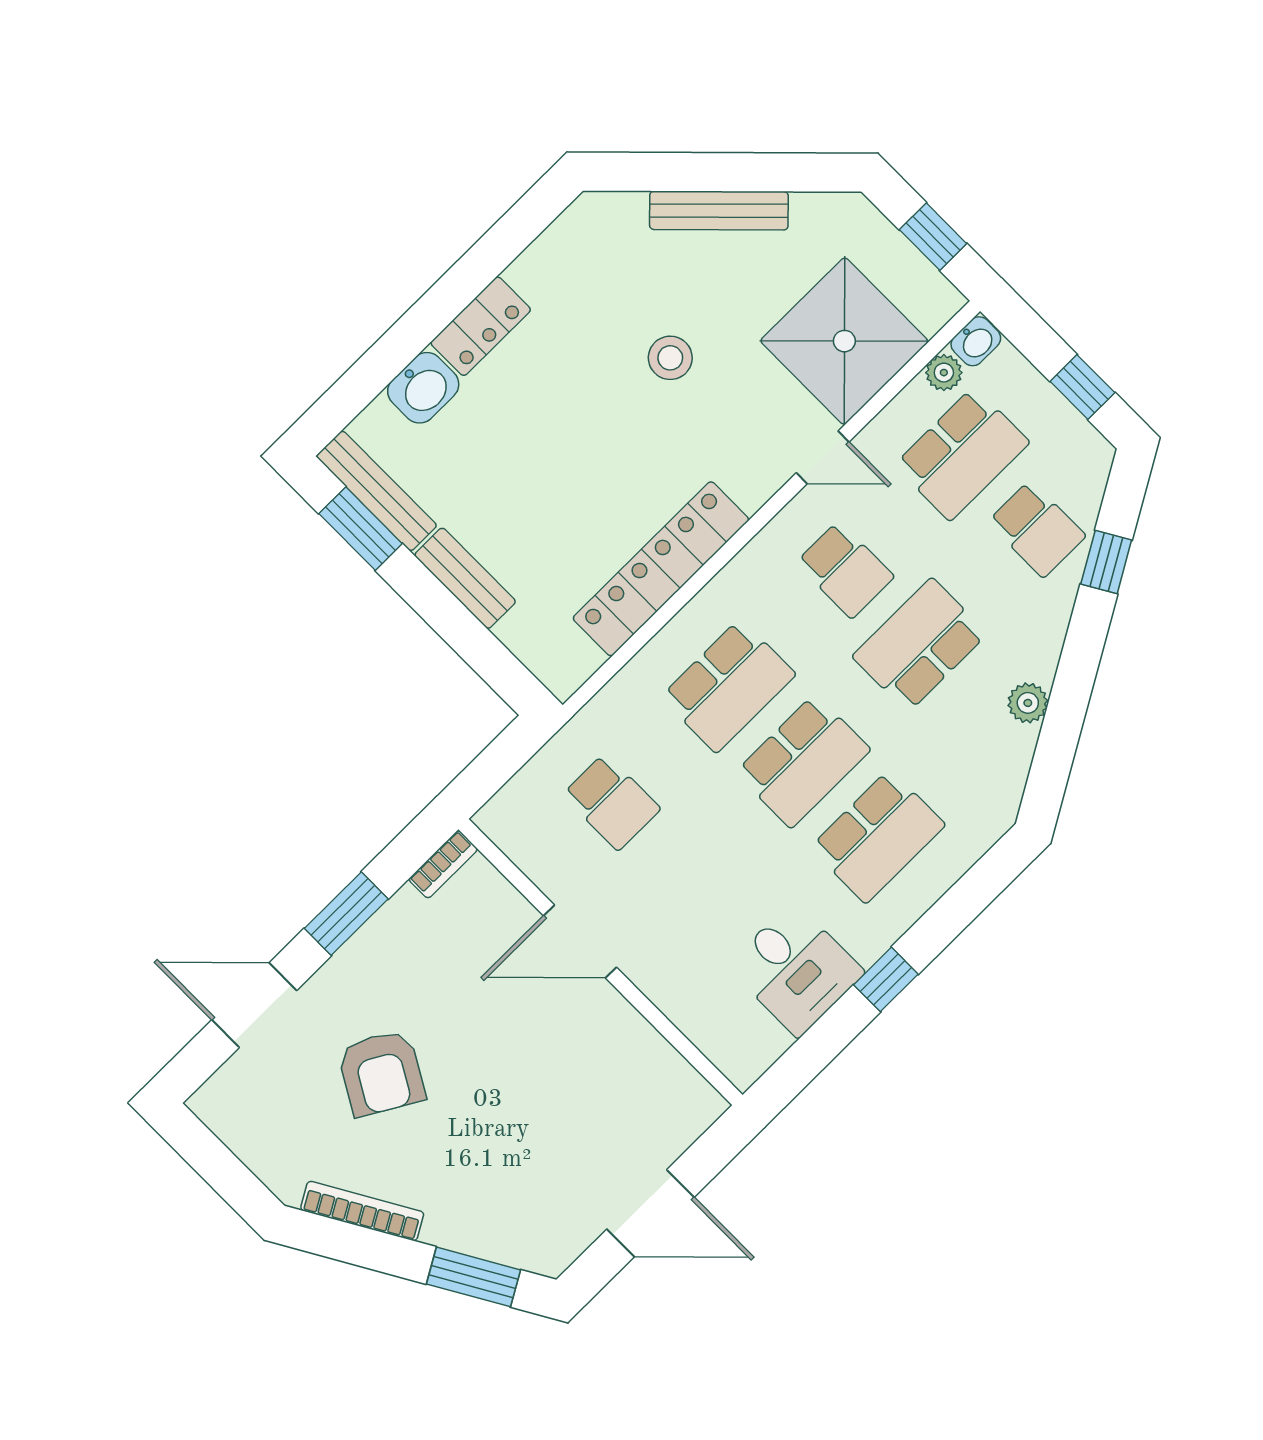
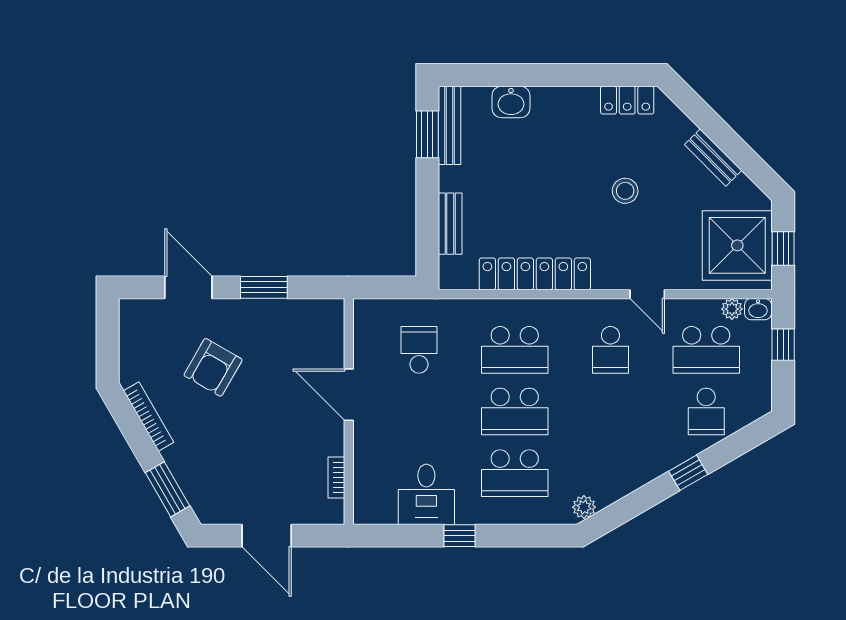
bench: (719, 211) -> (713, 158), width x0.73
locker: (481, 326) -> (627, 100), moved
shower: (844, 341) -> (737, 245), moved
window: (1082, 387) -> (783, 345), moved
window: (1106, 562) -> (688, 473), moved
bench: (465, 578) -> (450, 224), moved
school desk: (920, 645) -> (610, 411), removed
plant: (1028, 703) -> (584, 507), moved
school desk: (611, 802) -> (419, 350), turned 180
bookcase: (443, 864) -> (336, 478), moved, turned 90

